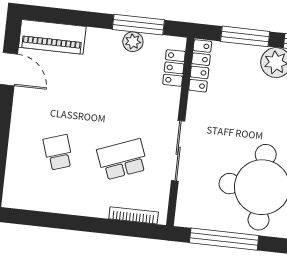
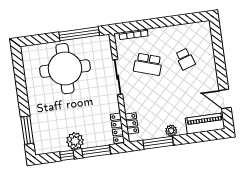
plant: (133, 42) -> (171, 131), moved
school desk: (122, 159) -> (148, 64), turned 39

